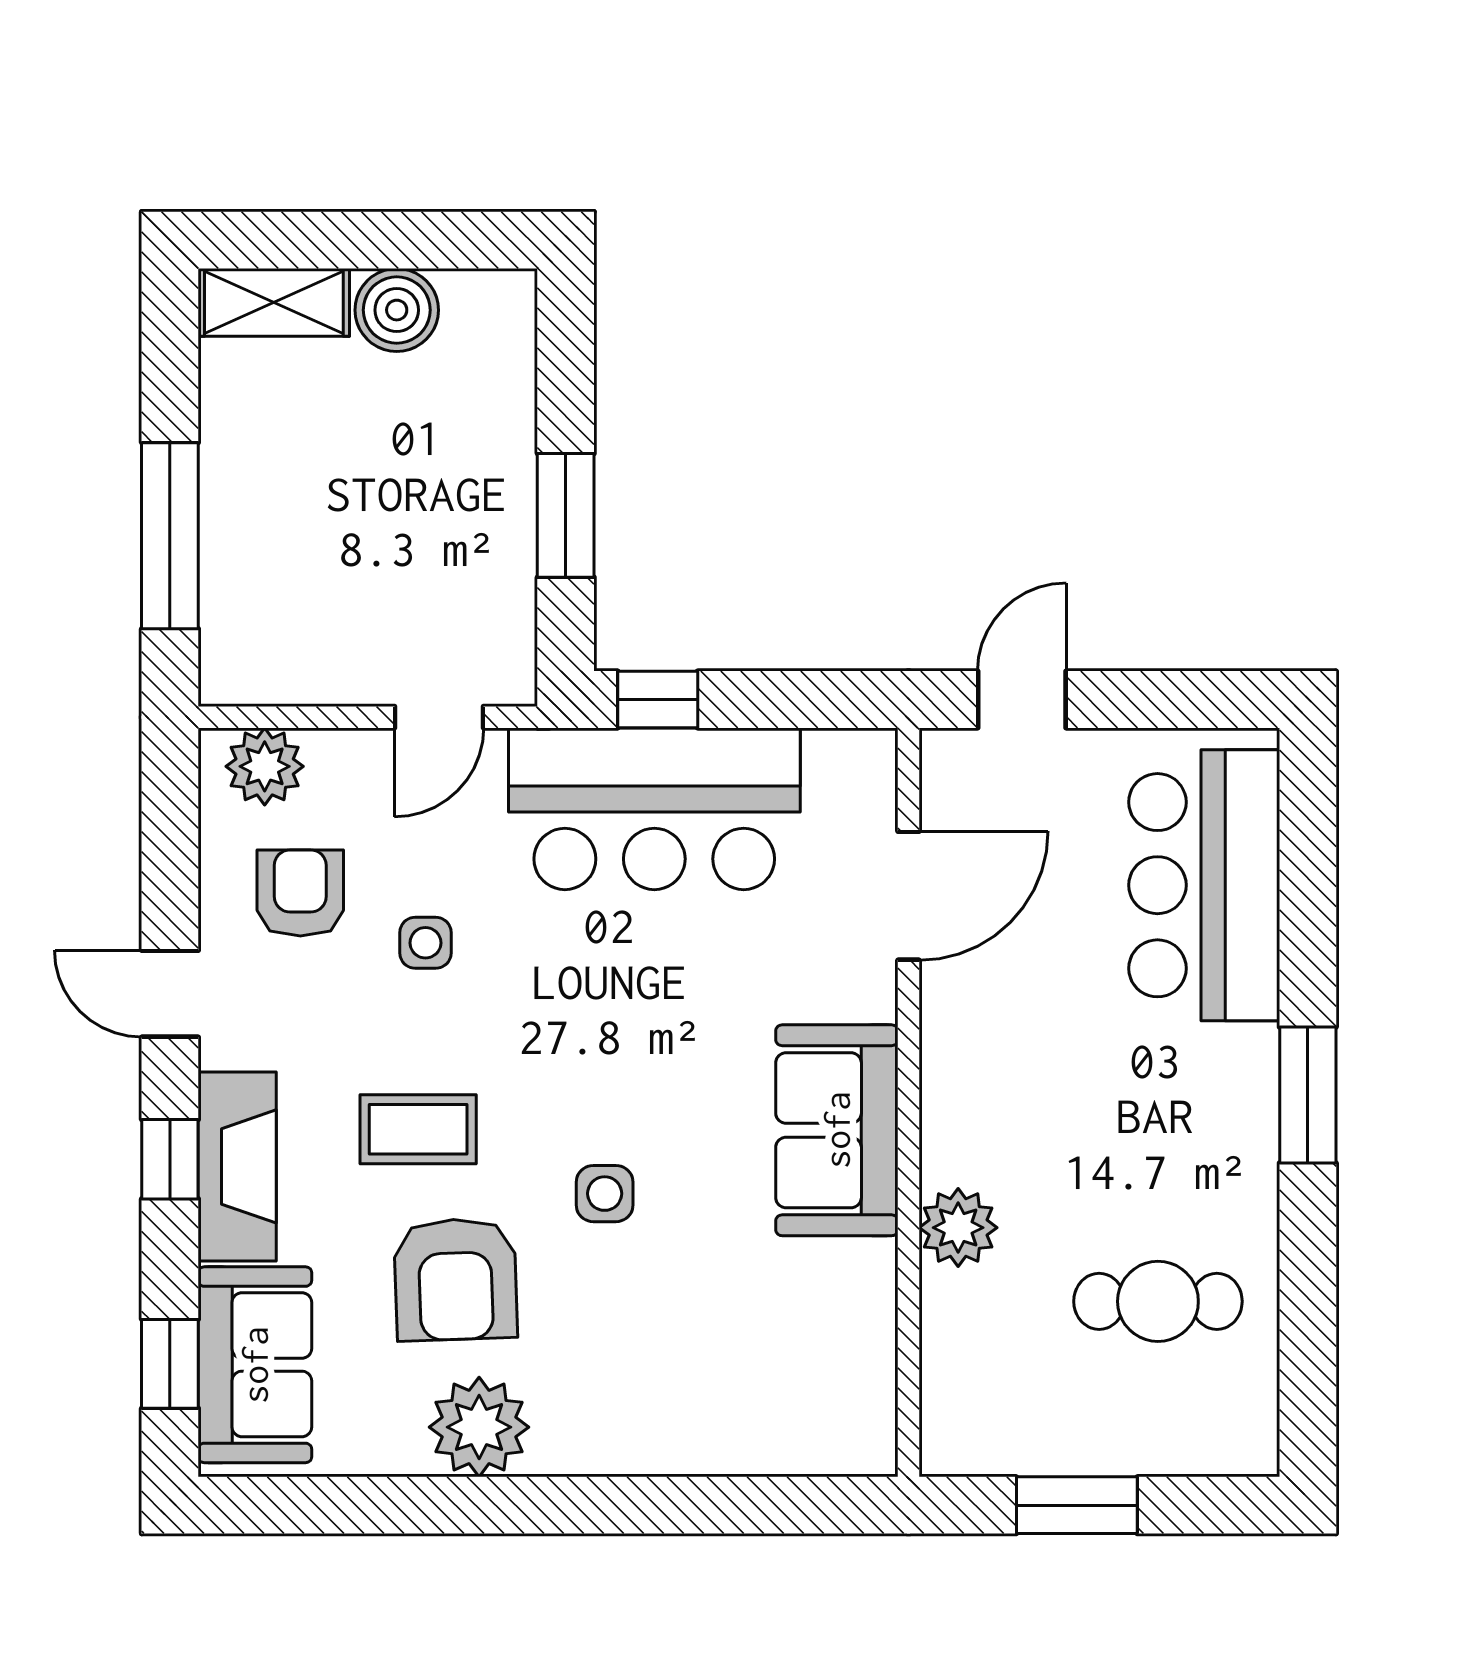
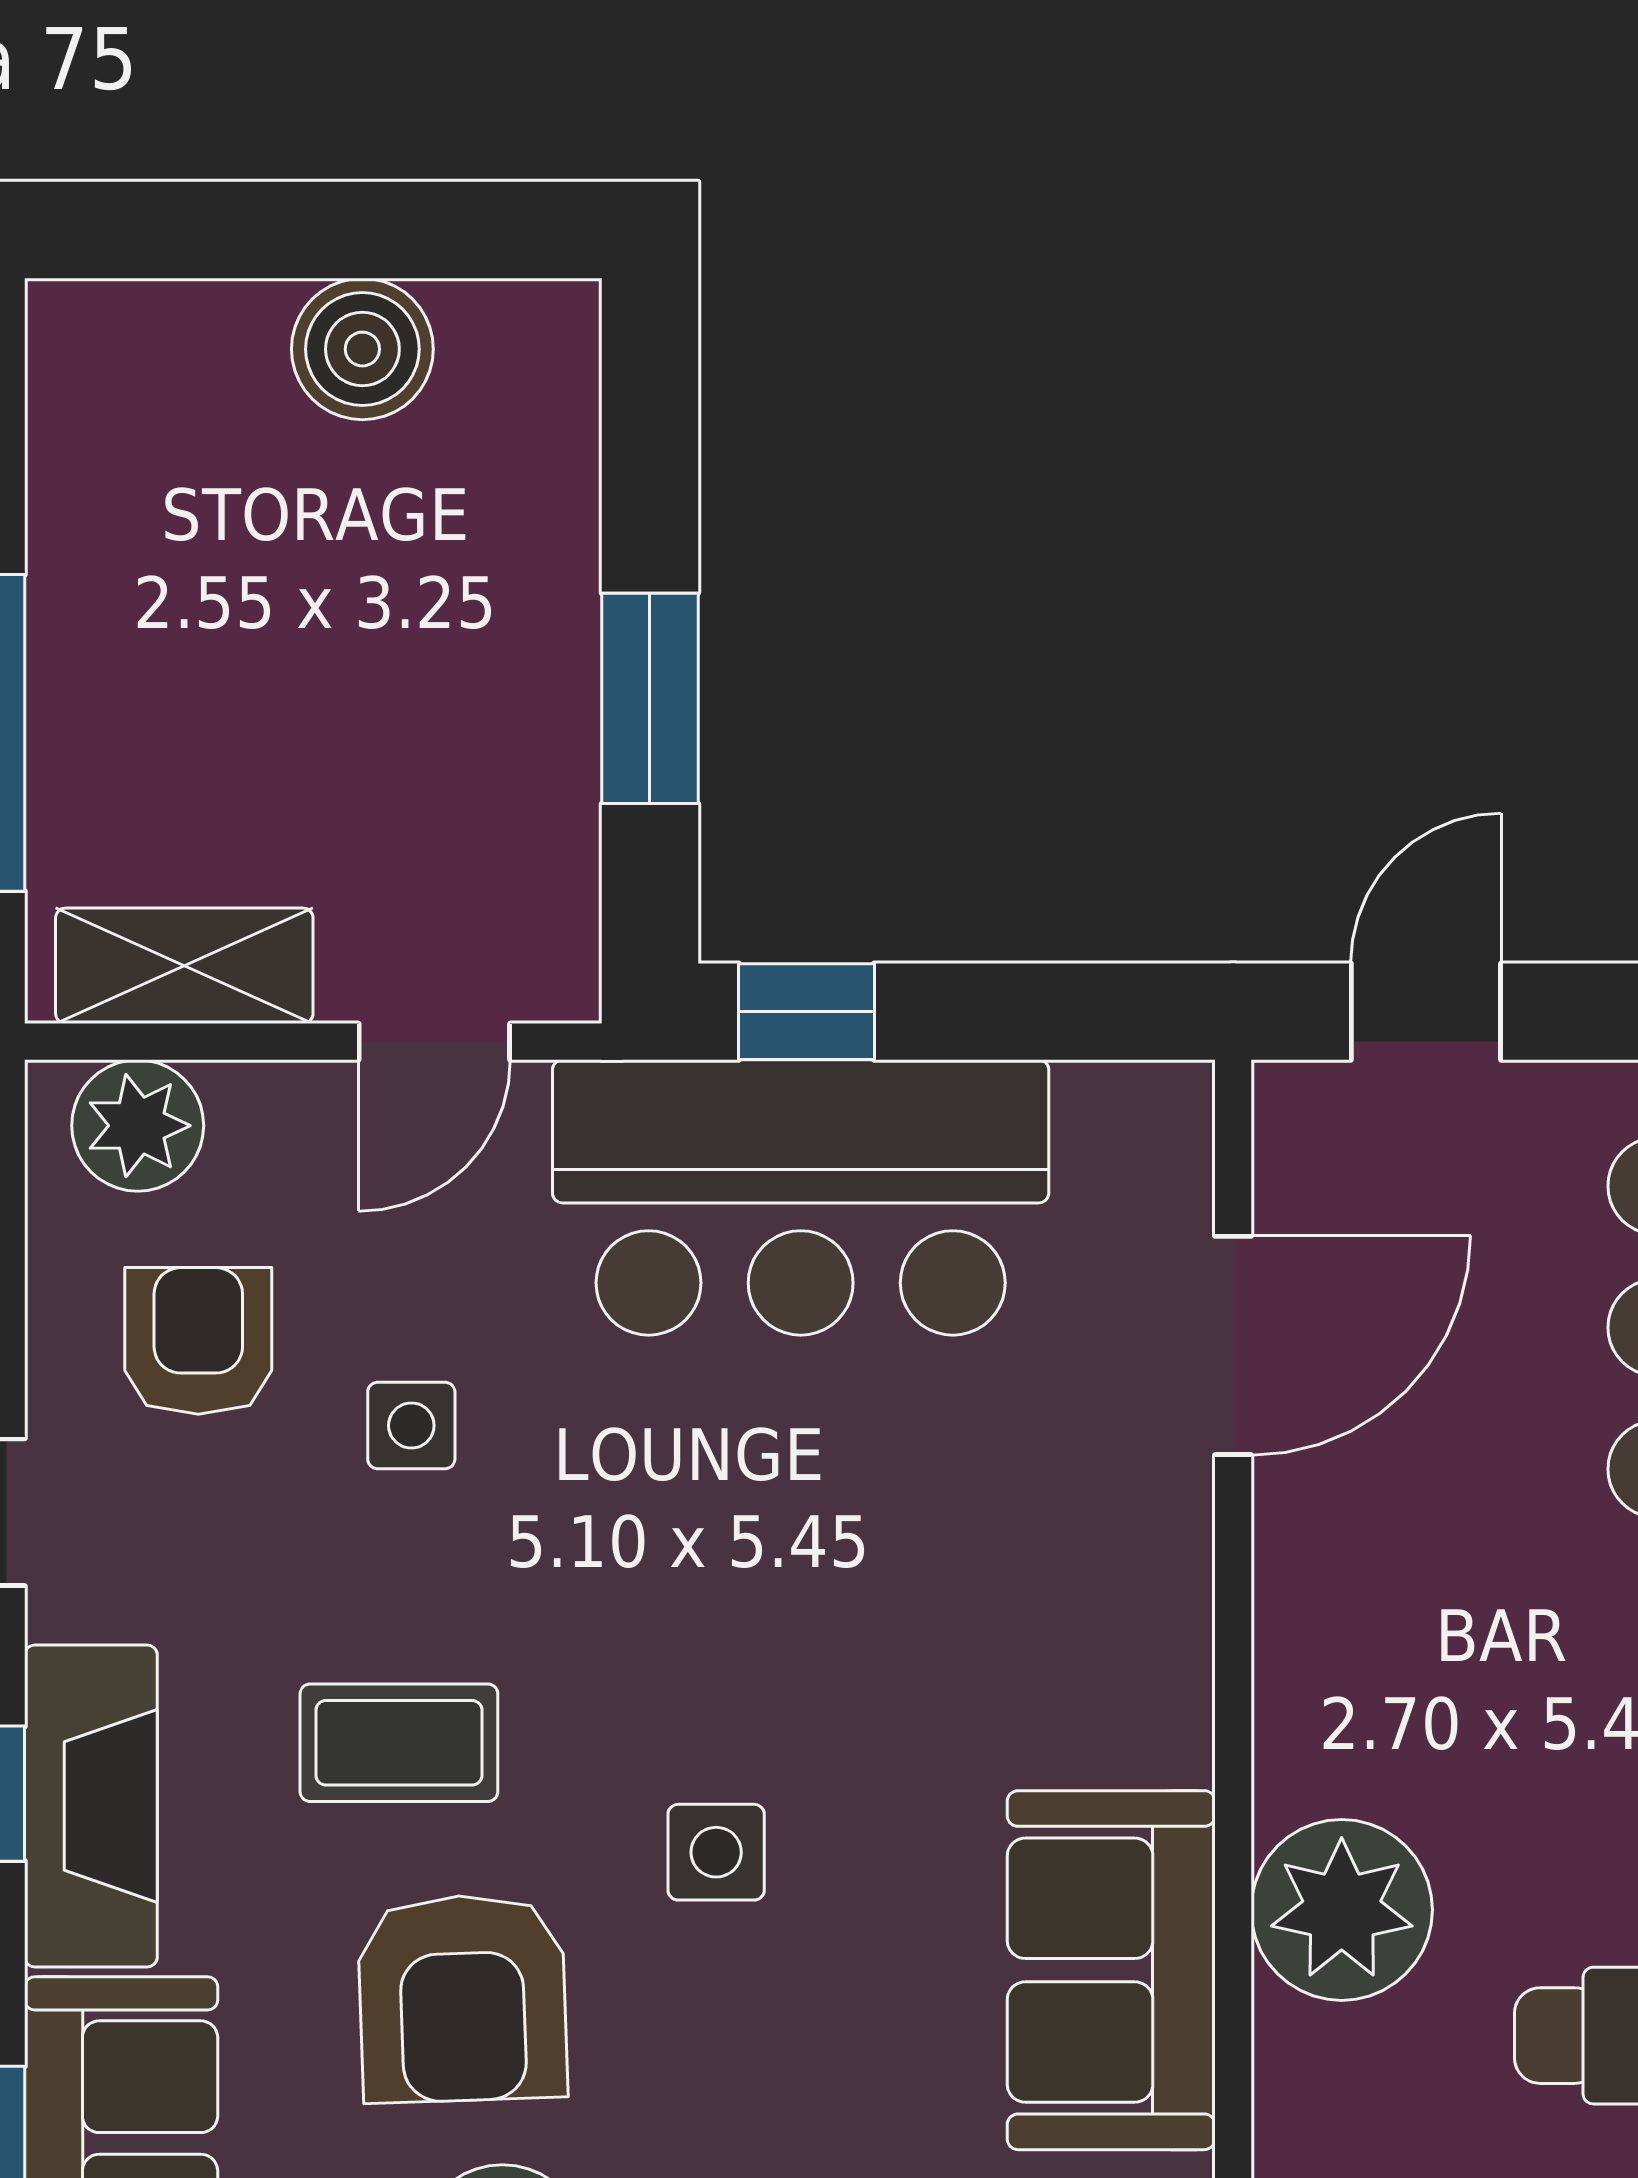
shelving: (274, 302) -> (184, 966), moved
sofa: (837, 1130) -> (1111, 1970), moved
plant: (958, 1228) -> (1342, 1910), width x1.36, depth x1.36

